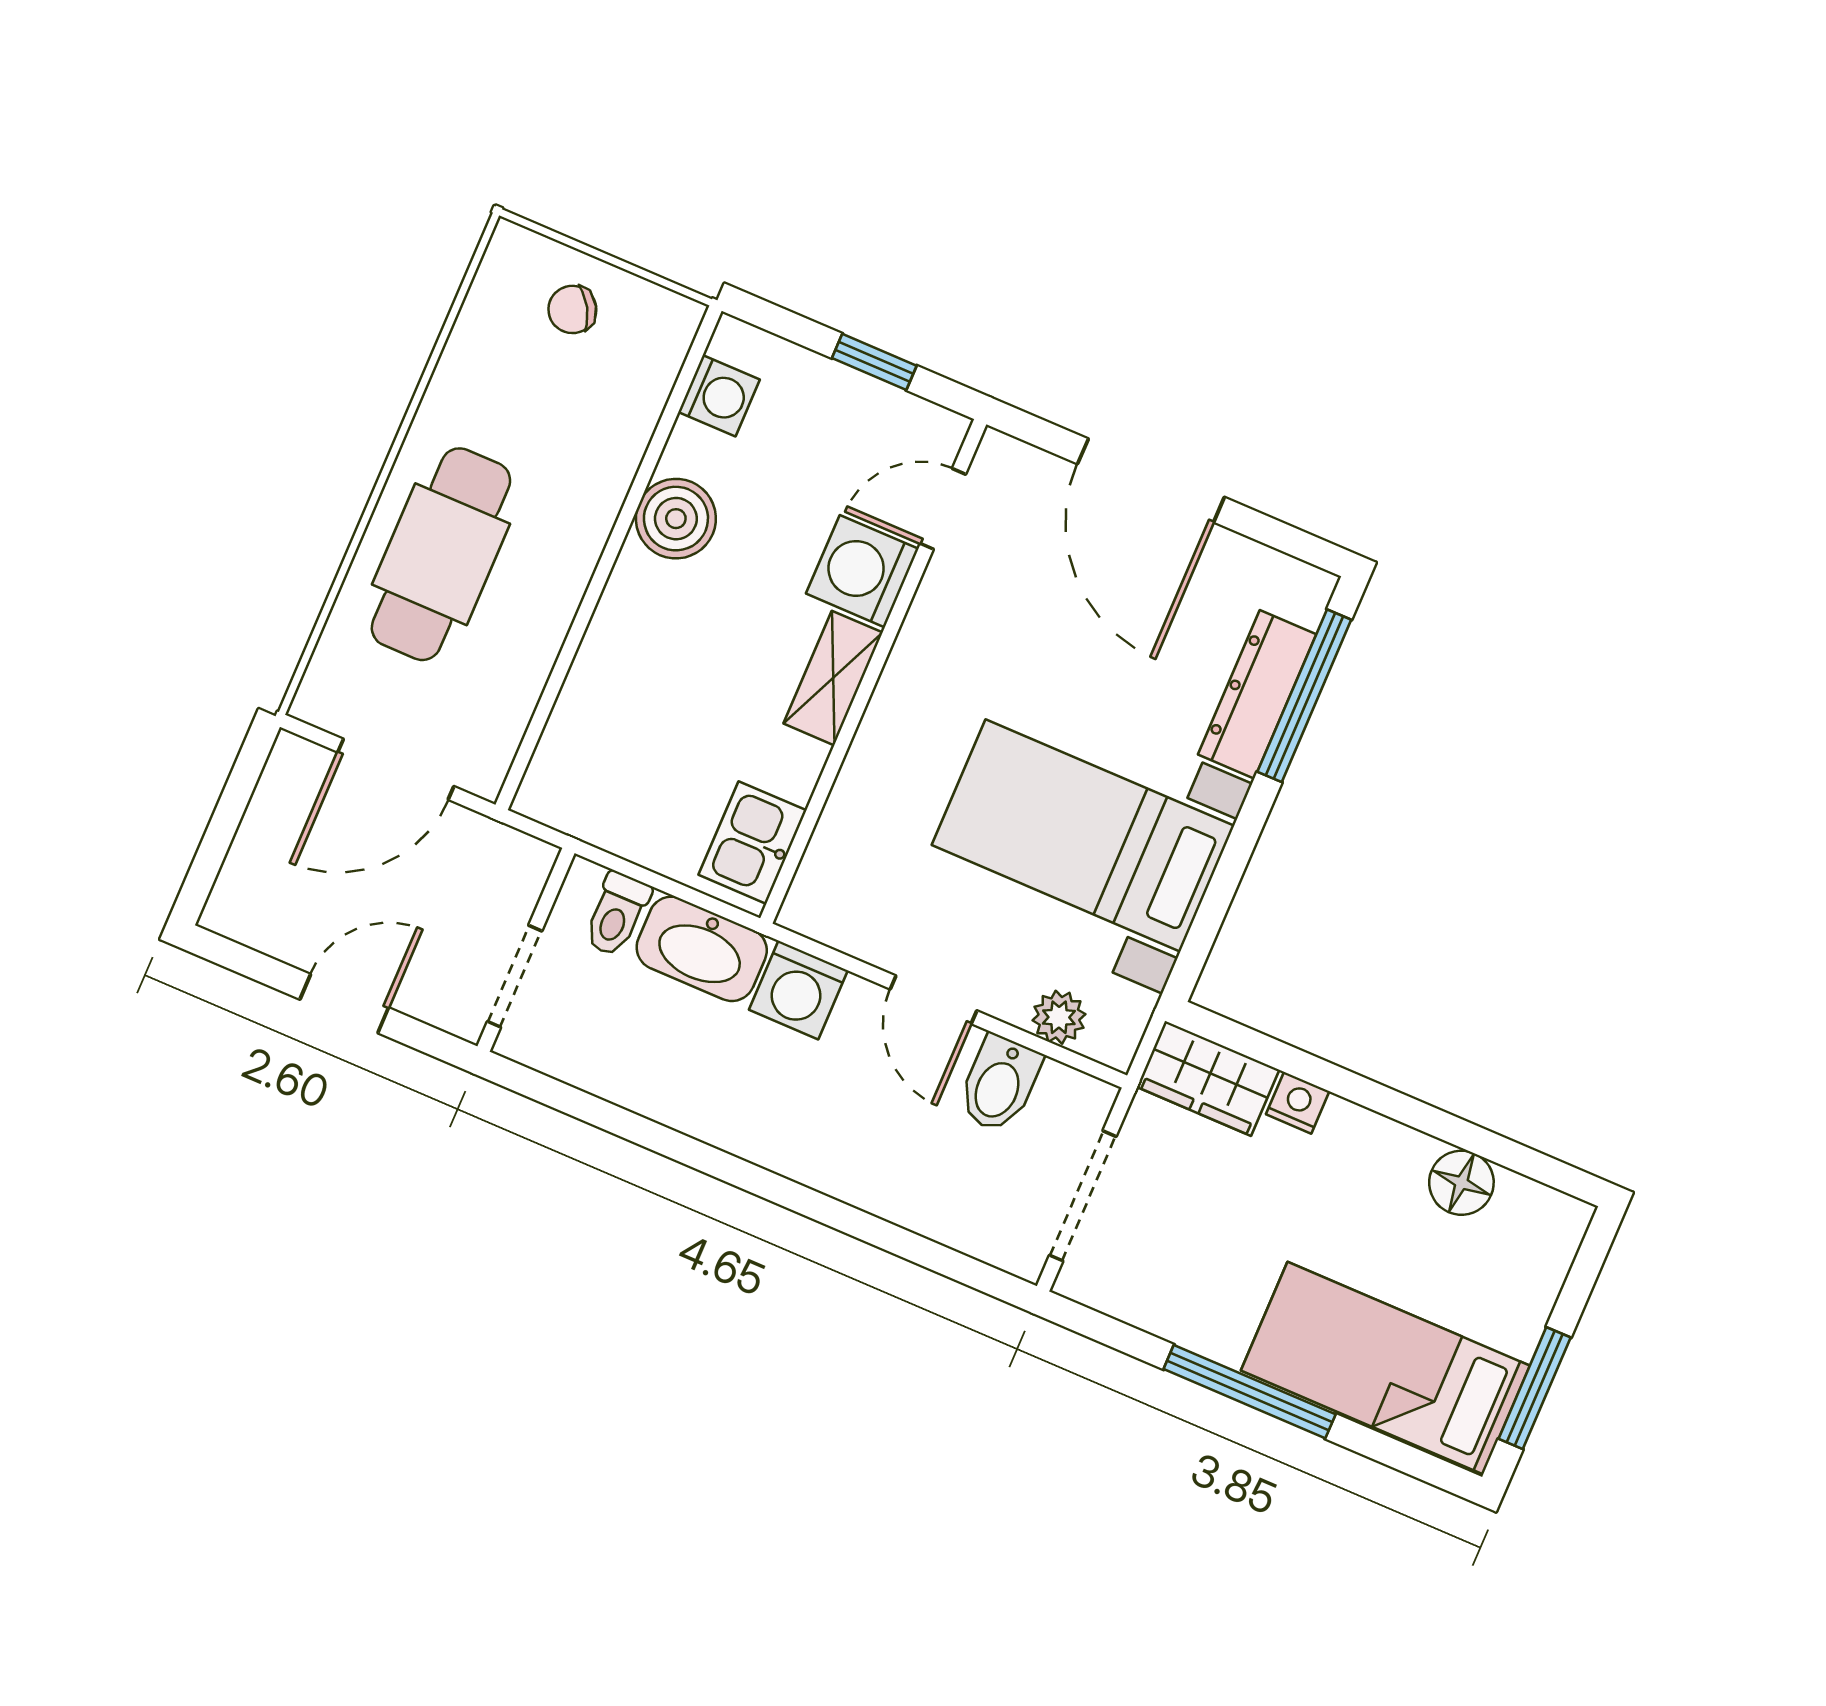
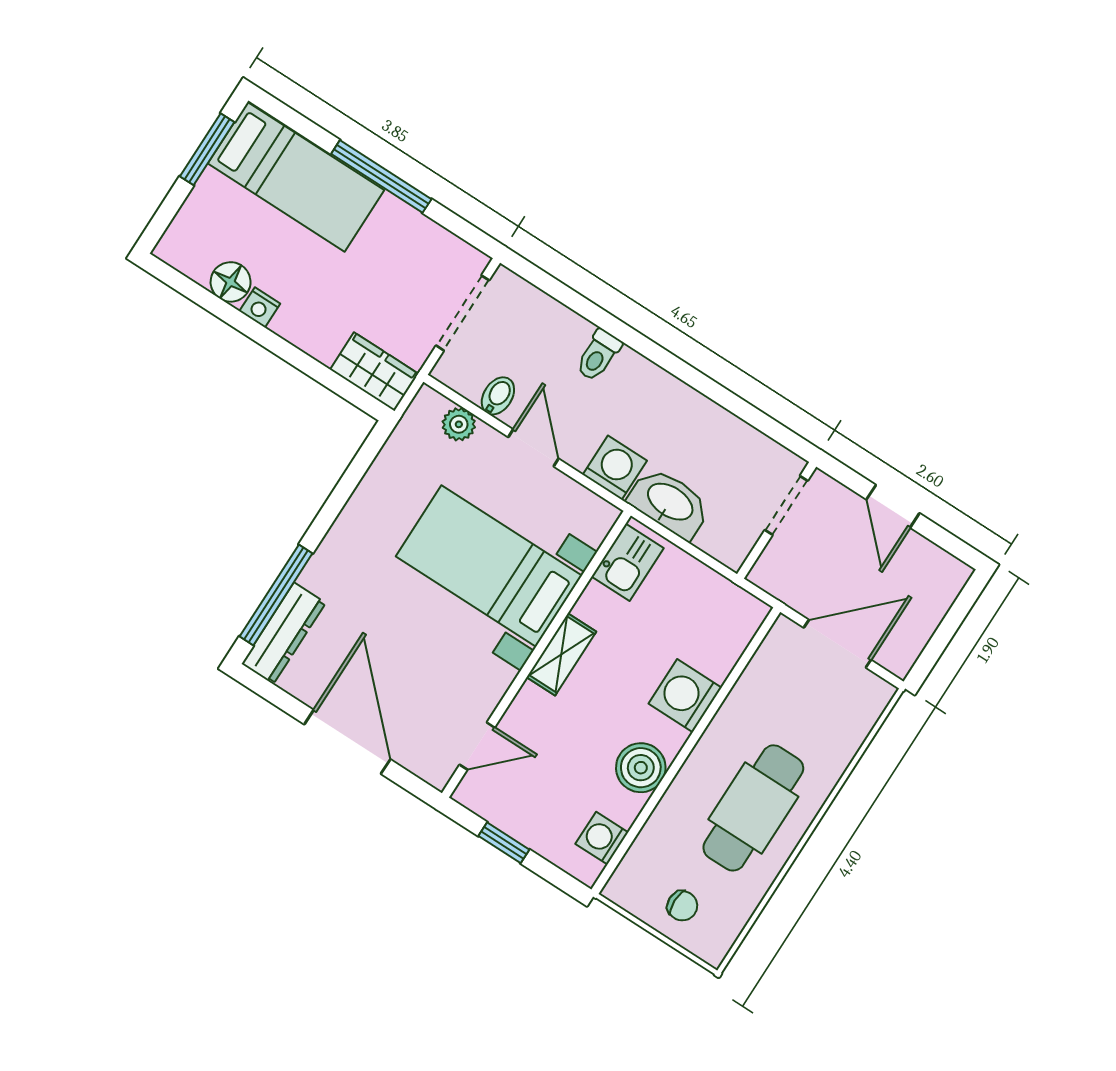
chair: (572, 309) -> (682, 906), turned 31
cafe table: (441, 554) -> (753, 808), moved
washing machine: (862, 571) -> (685, 696), moved, turned 180
dresser: (1257, 694) -> (284, 633), moved
bed with nightstands: (1083, 835) -> (489, 566), moved, turned 180
toilet: (617, 914) -> (598, 355), moved, turned 180
door: (344, 1004) -> (893, 506), hinge flipped
bidet: (999, 1084) -> (498, 396), width x0.72, depth x0.74
nightstand: (1298, 1103) -> (260, 307), moved

